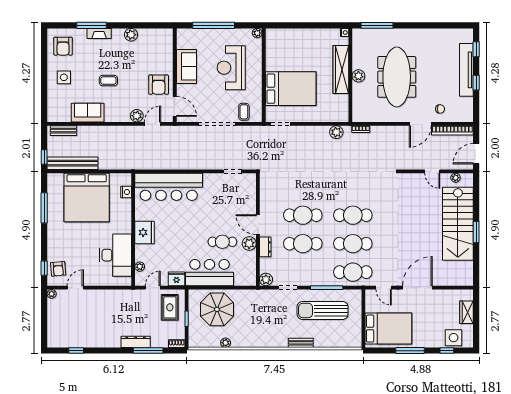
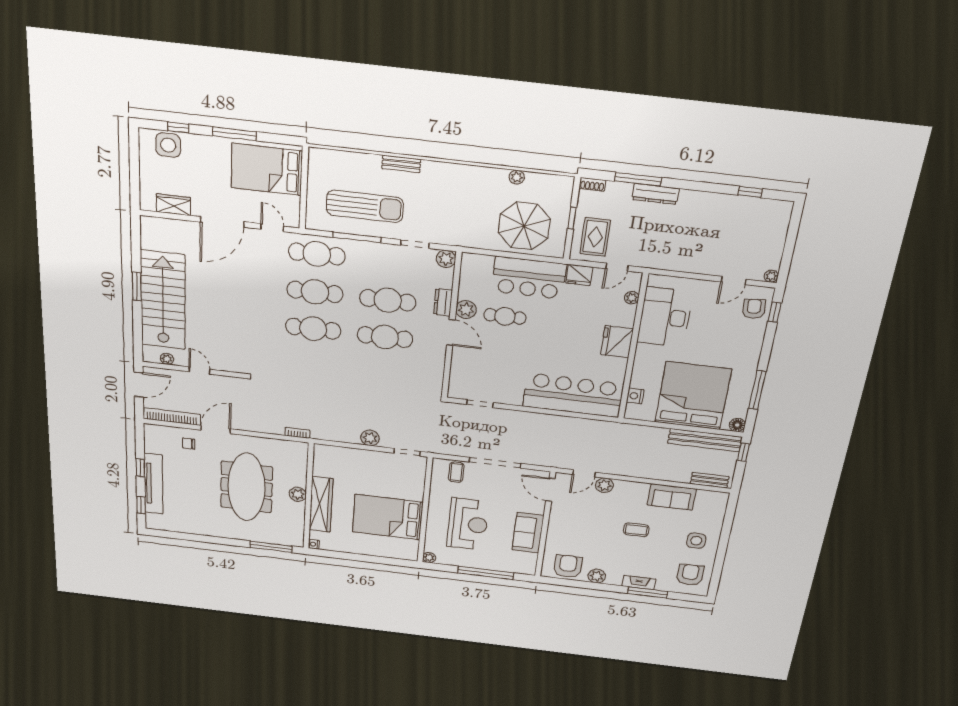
armchair: (159, 85) -> (568, 566), moved
bed: (291, 89) -> (388, 517), moved
plant: (336, 132) -> (370, 438), moved
floor lamp: (53, 178) -> (737, 425), added
wardrobe: (467, 312) -> (173, 205), moved, turned -90

